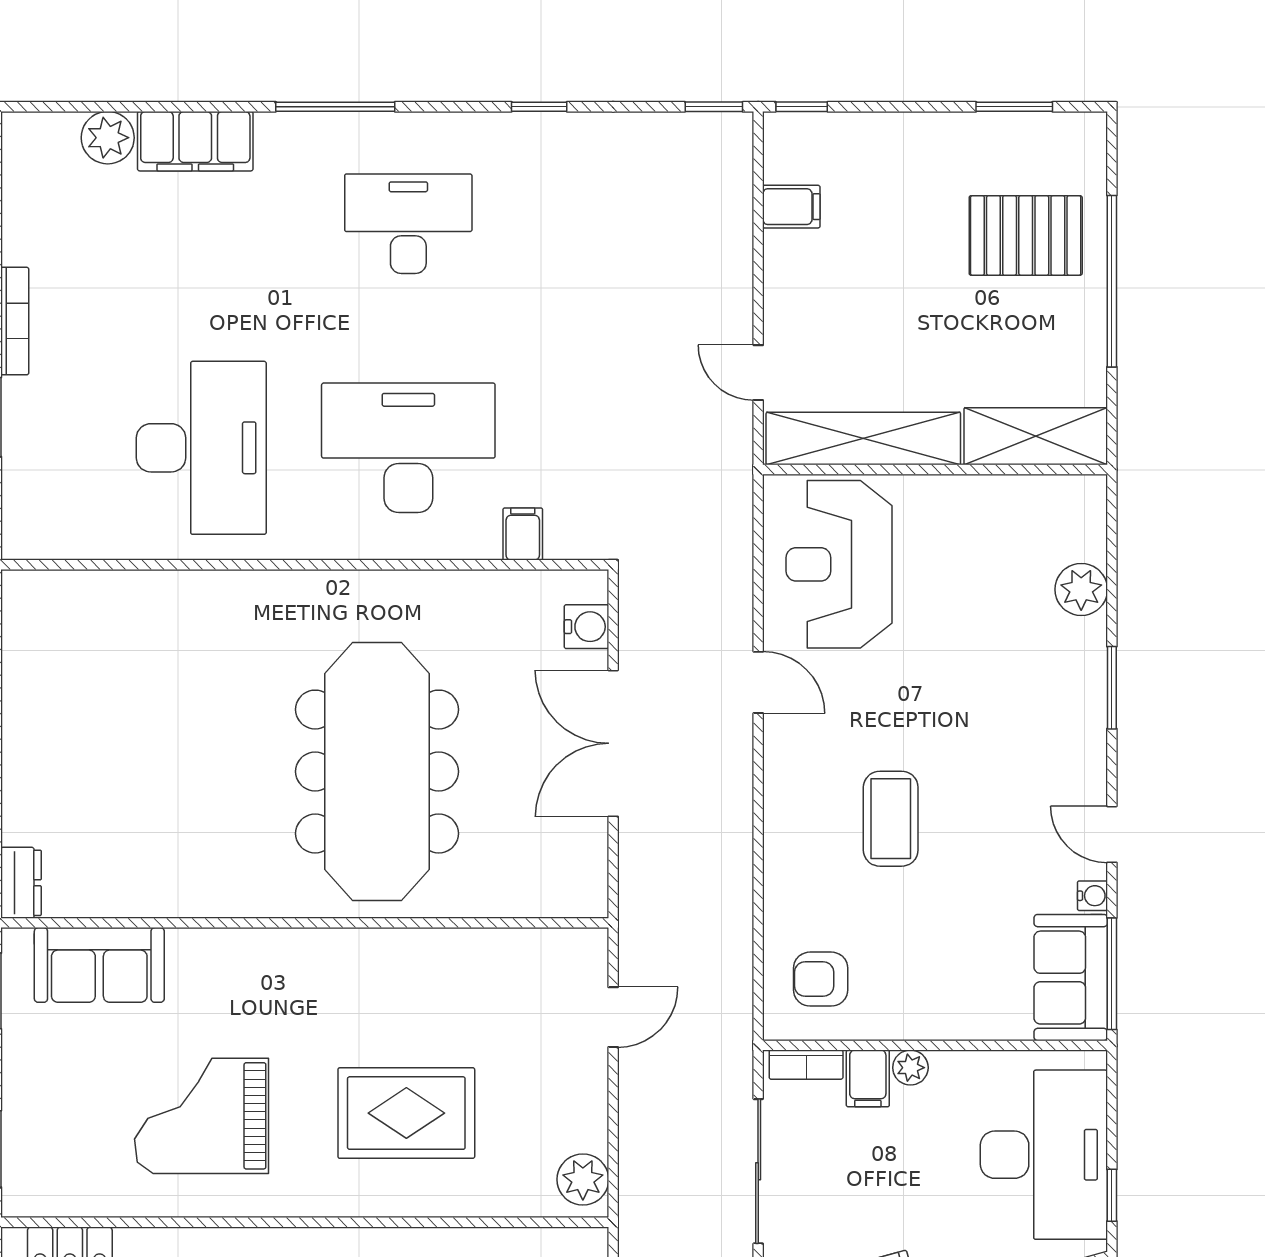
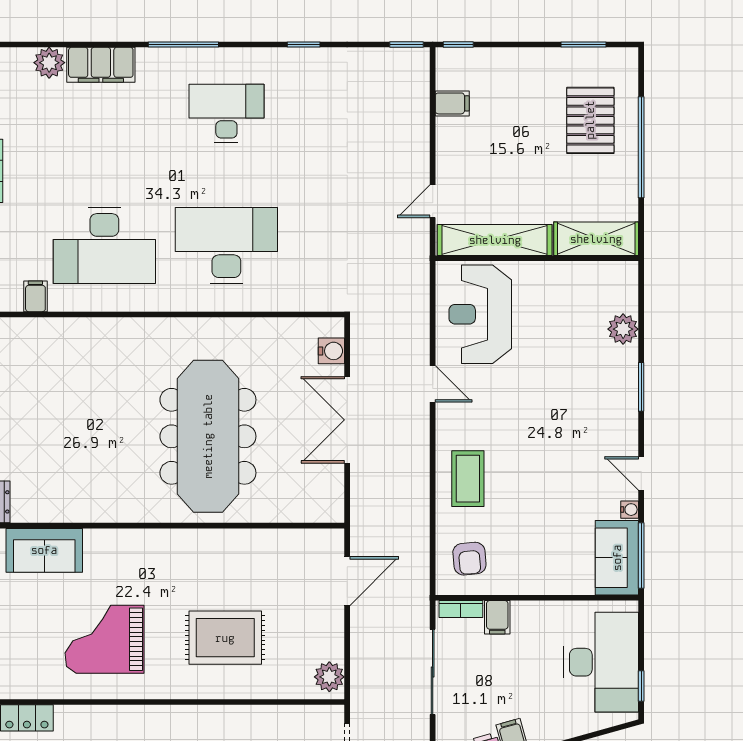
pallet: (1026, 235) -> (590, 120), turned 90
door: (758, 373) -> (433, 201), hinge flipped
desk: (201, 448) -> (104, 246), turned 90
filing cabinet: (523, 534) -> (35, 296), moved
coffee table: (891, 819) -> (468, 479), moved
armchair: (821, 979) -> (469, 559), turned -95
door: (613, 1017) -> (347, 581), width x1.38
plant: (910, 1068) -> (522, 611), removed

